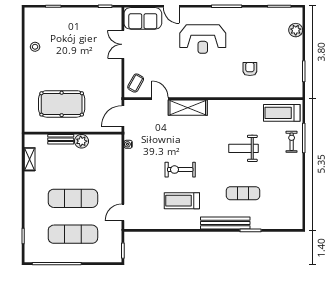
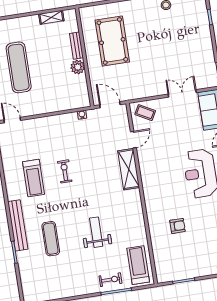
exercise bike: (180, 170) -> (65, 171), width x0.73, depth x0.72
treadmill: (182, 201) -> (34, 178), turned 180

